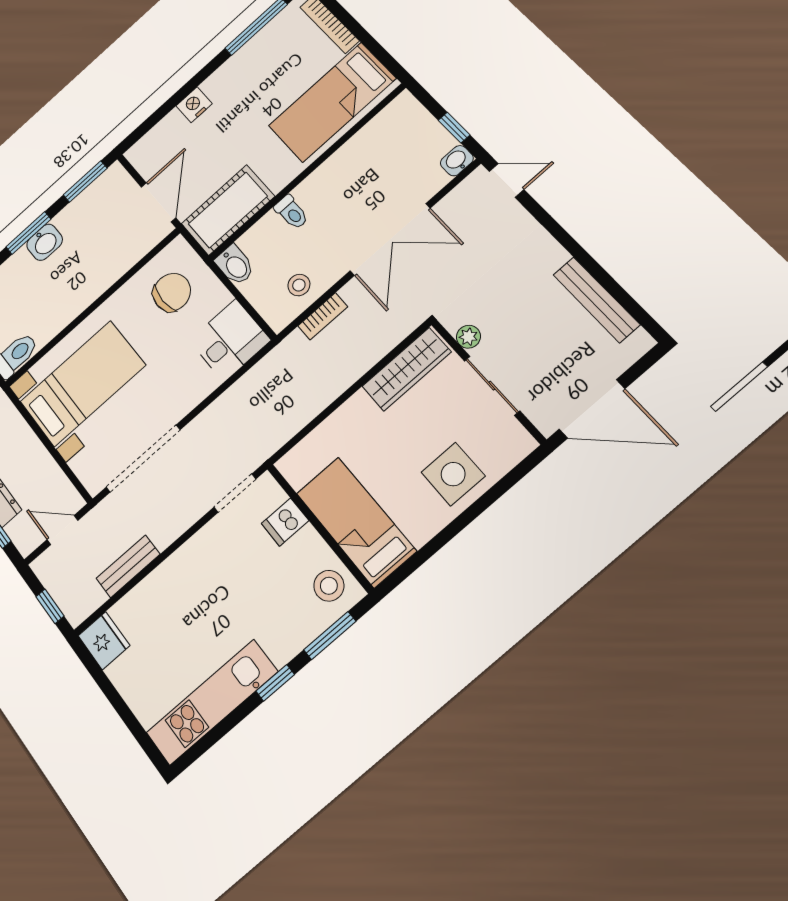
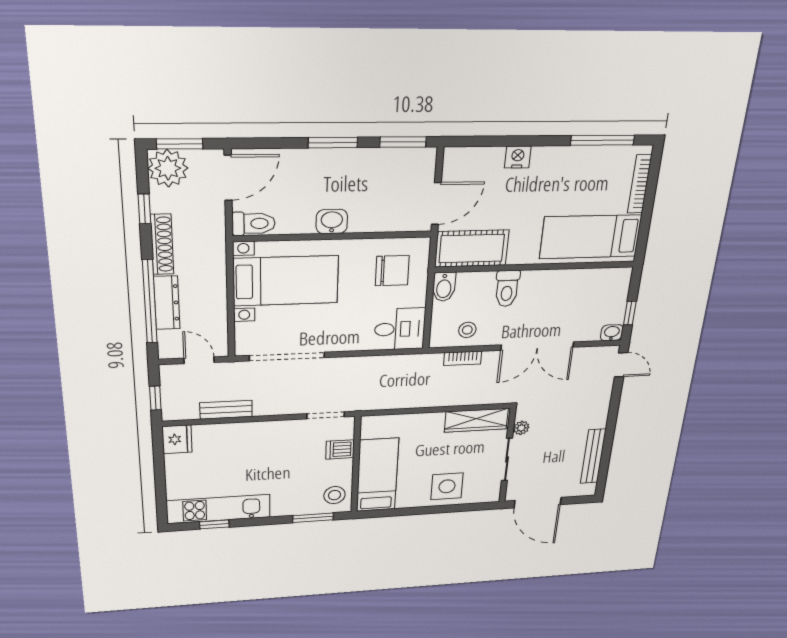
toilet: (291, 212) -> (507, 288), width x1.37, depth x1.39
washbasin: (45, 242) -> (332, 222), moved, turned 180
window: (275, 683) -> (214, 524), moved

